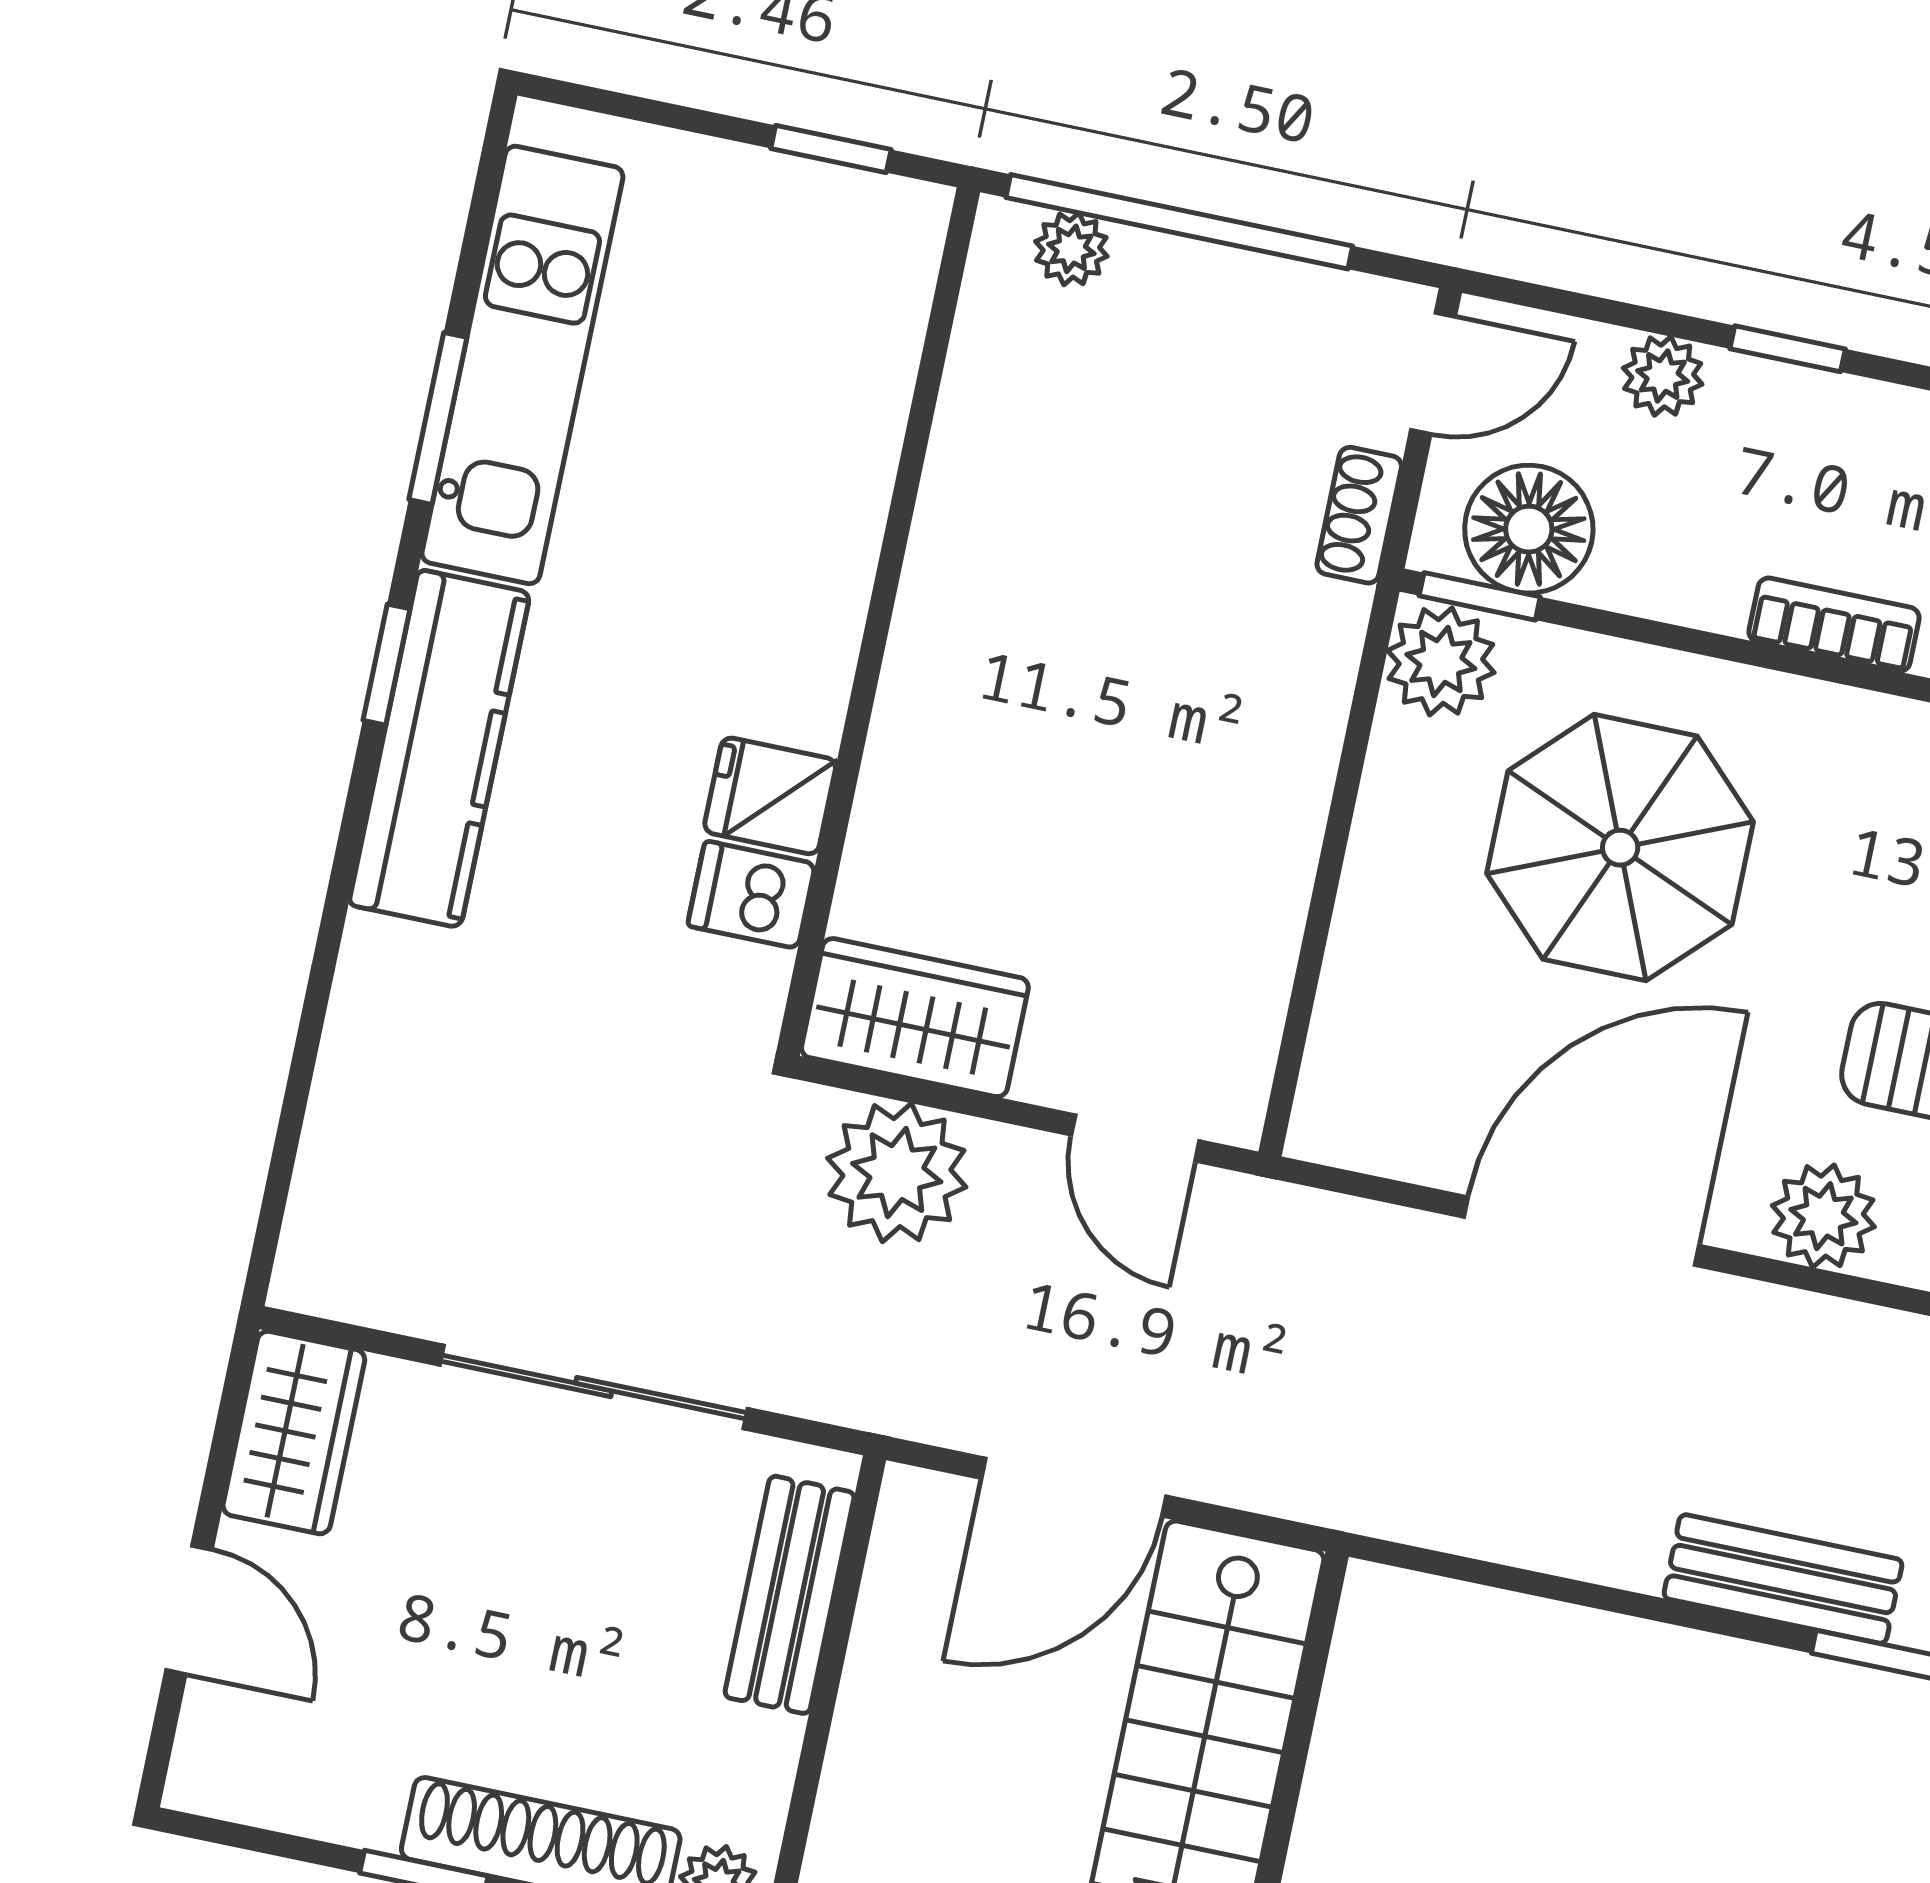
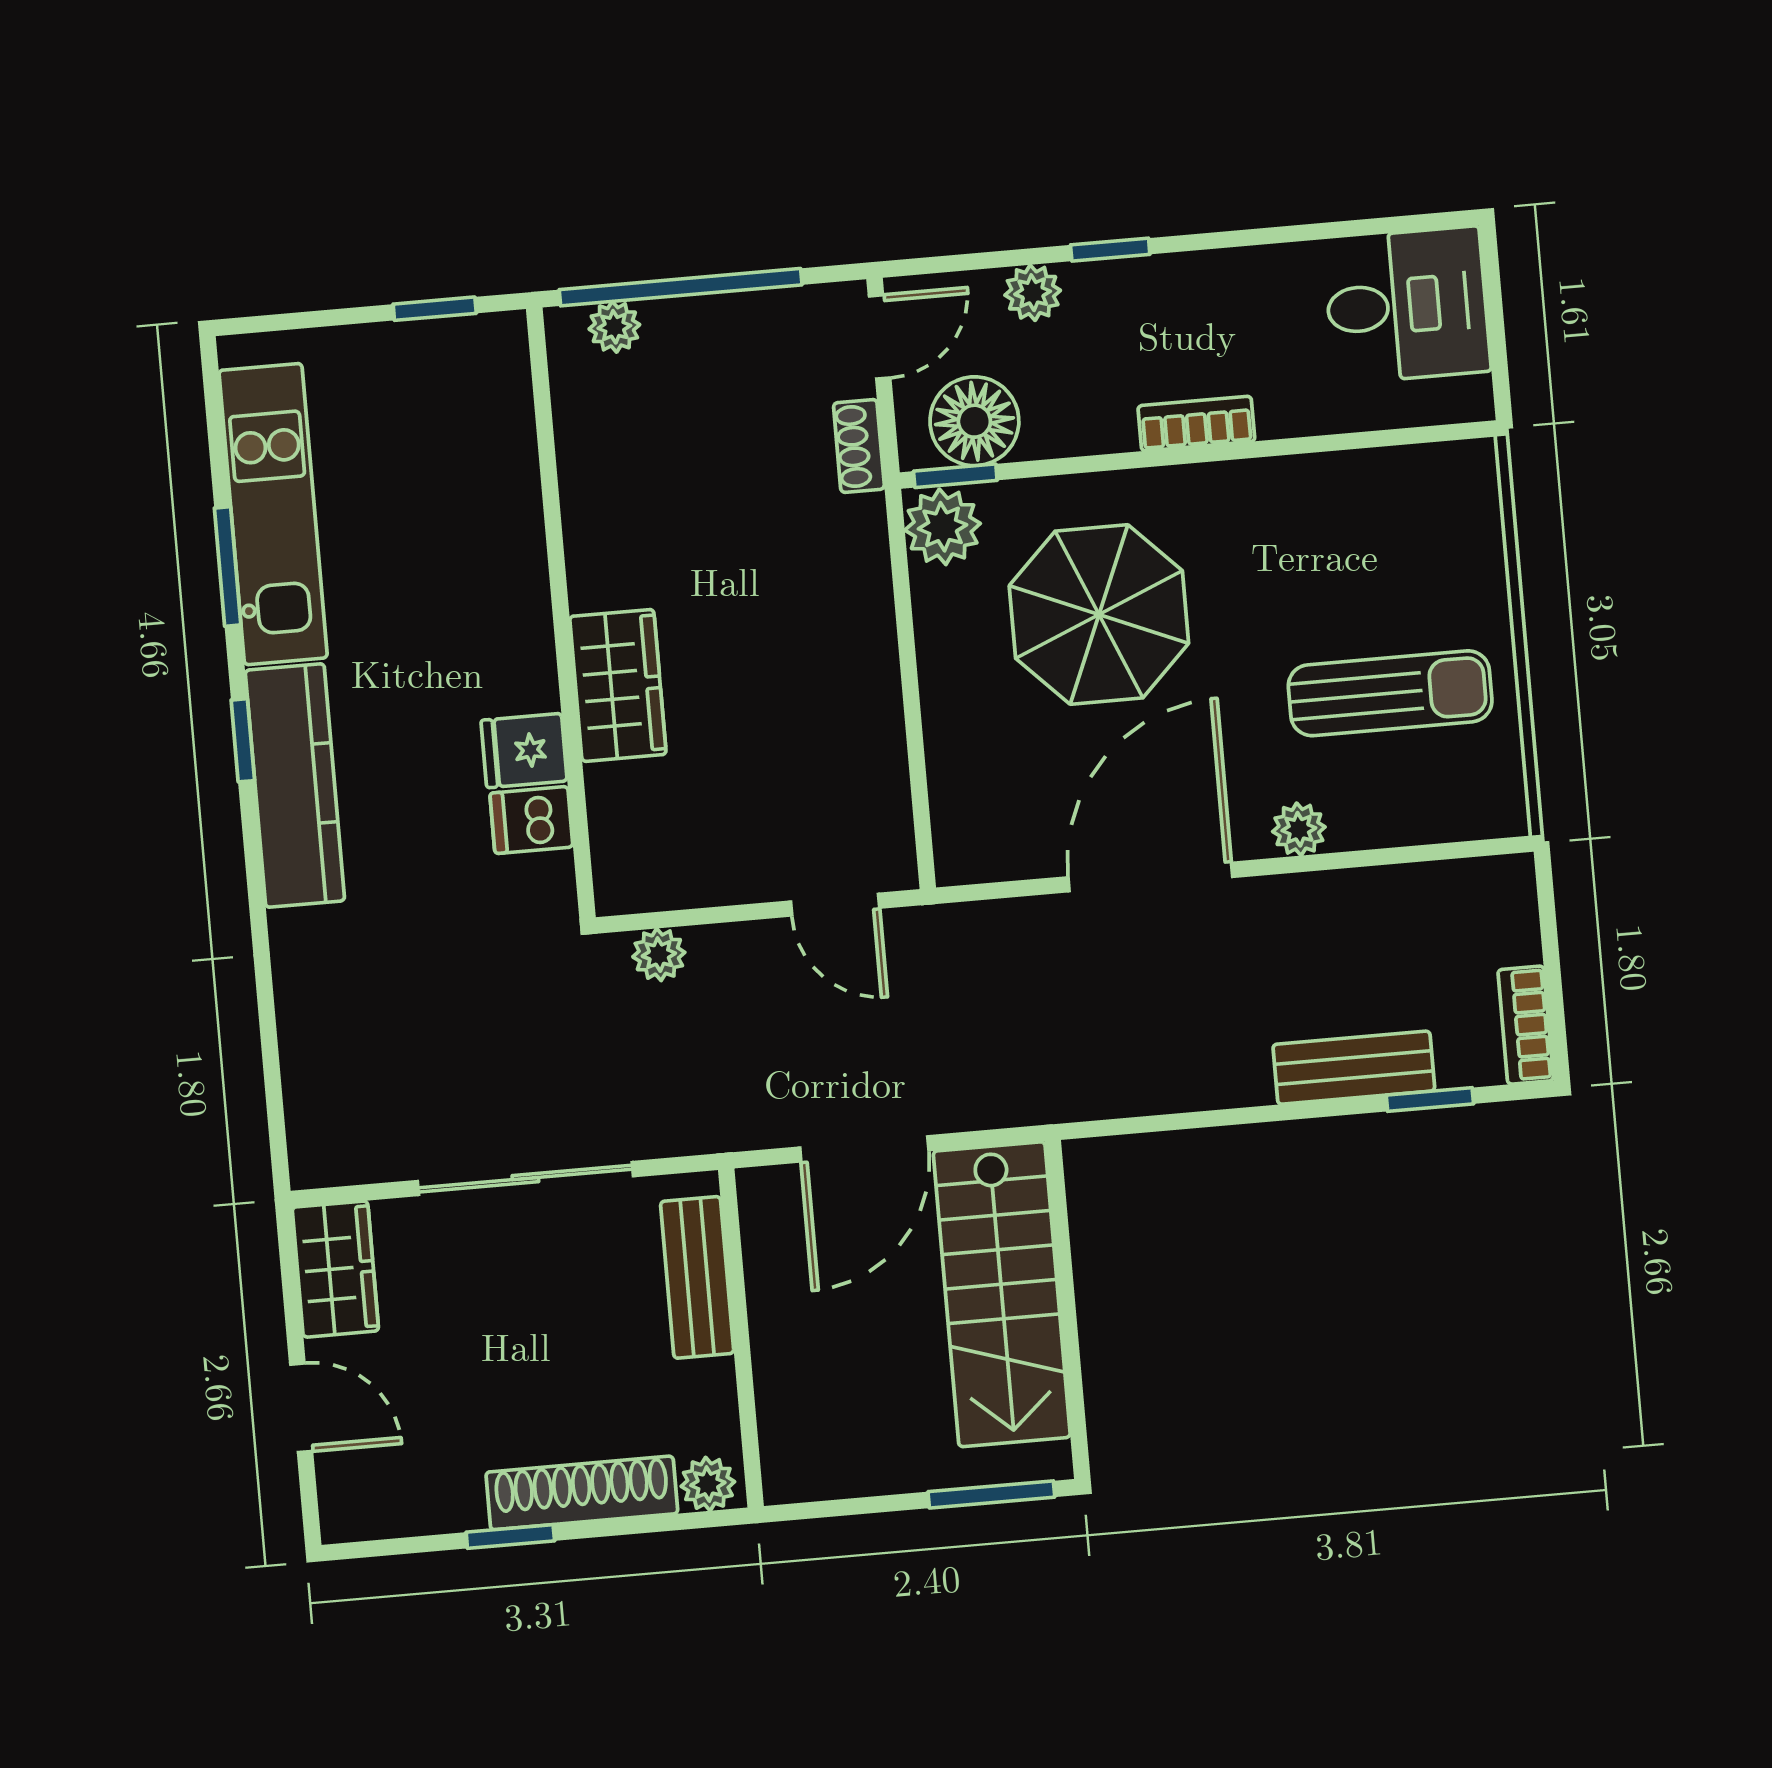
wardrobe: (915, 1018) -> (618, 685), moved, turned 90
plant: (897, 1173) -> (659, 955), width x0.53, depth x0.53
plant: (1823, 1216) -> (1299, 829), width x0.73, depth x0.73

